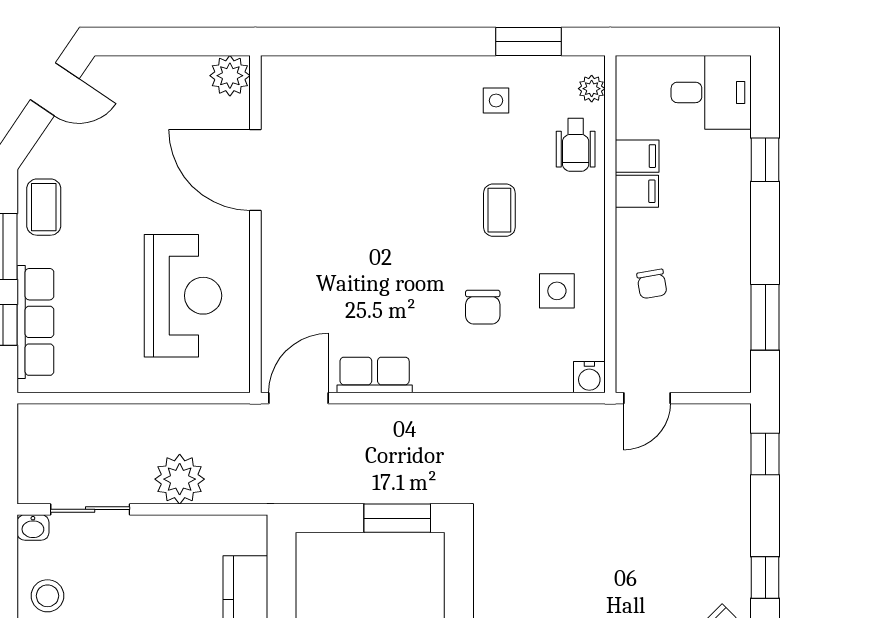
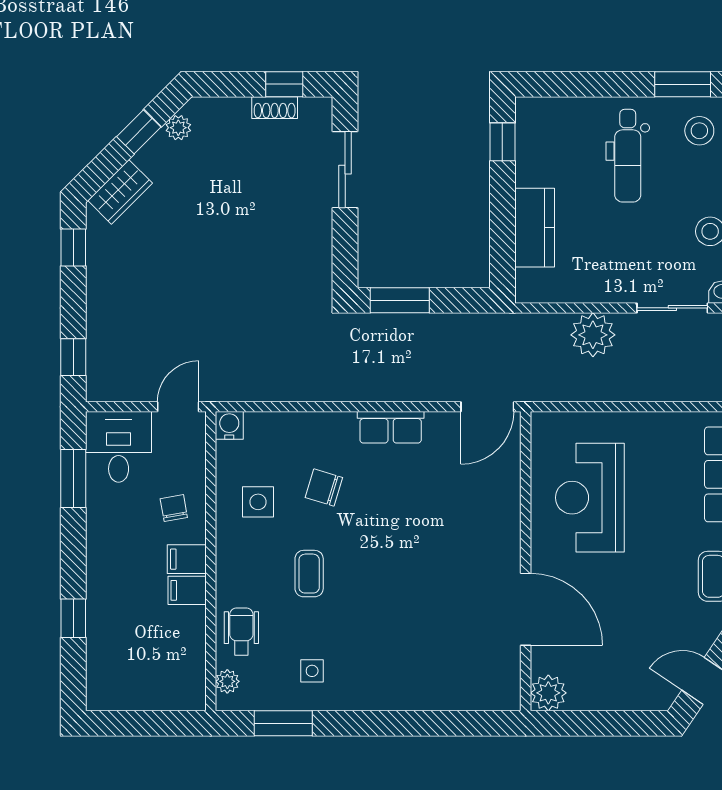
desk: (711, 92) -> (119, 447), moved, turned 90
filing cabinet: (637, 156) -> (187, 559), moved
chair: (483, 307) -> (324, 487), turned -73
row of seats: (375, 375) -> (391, 427), moved

